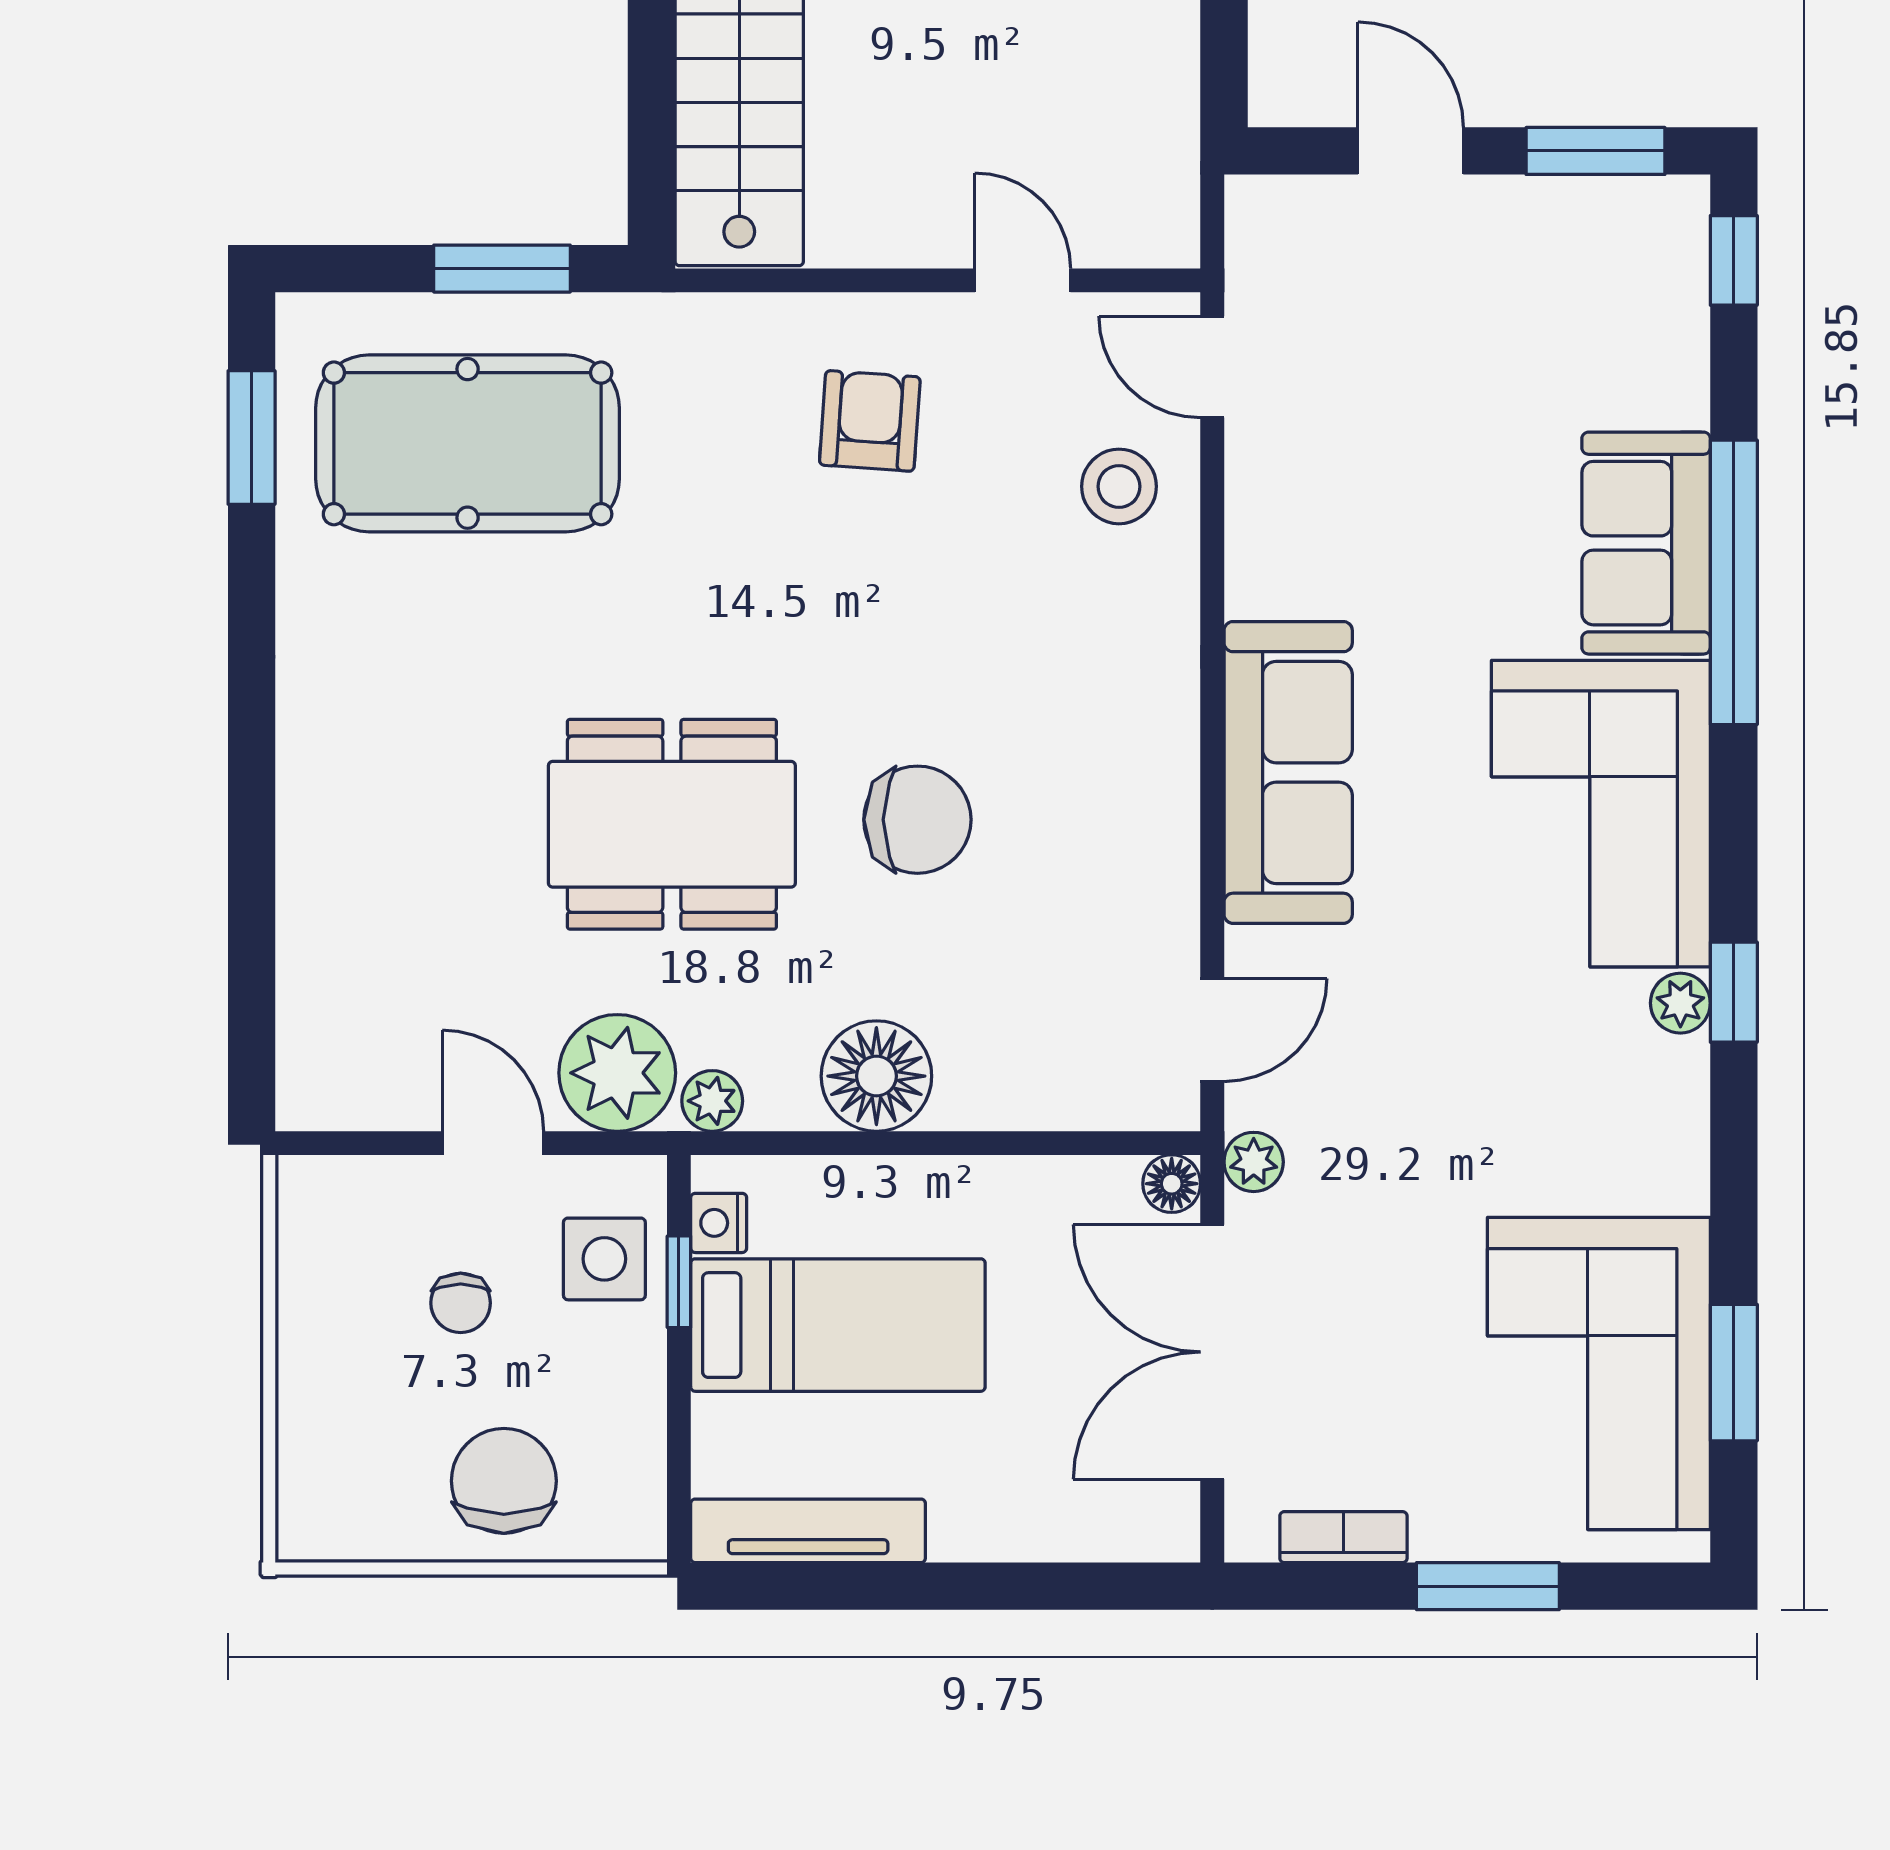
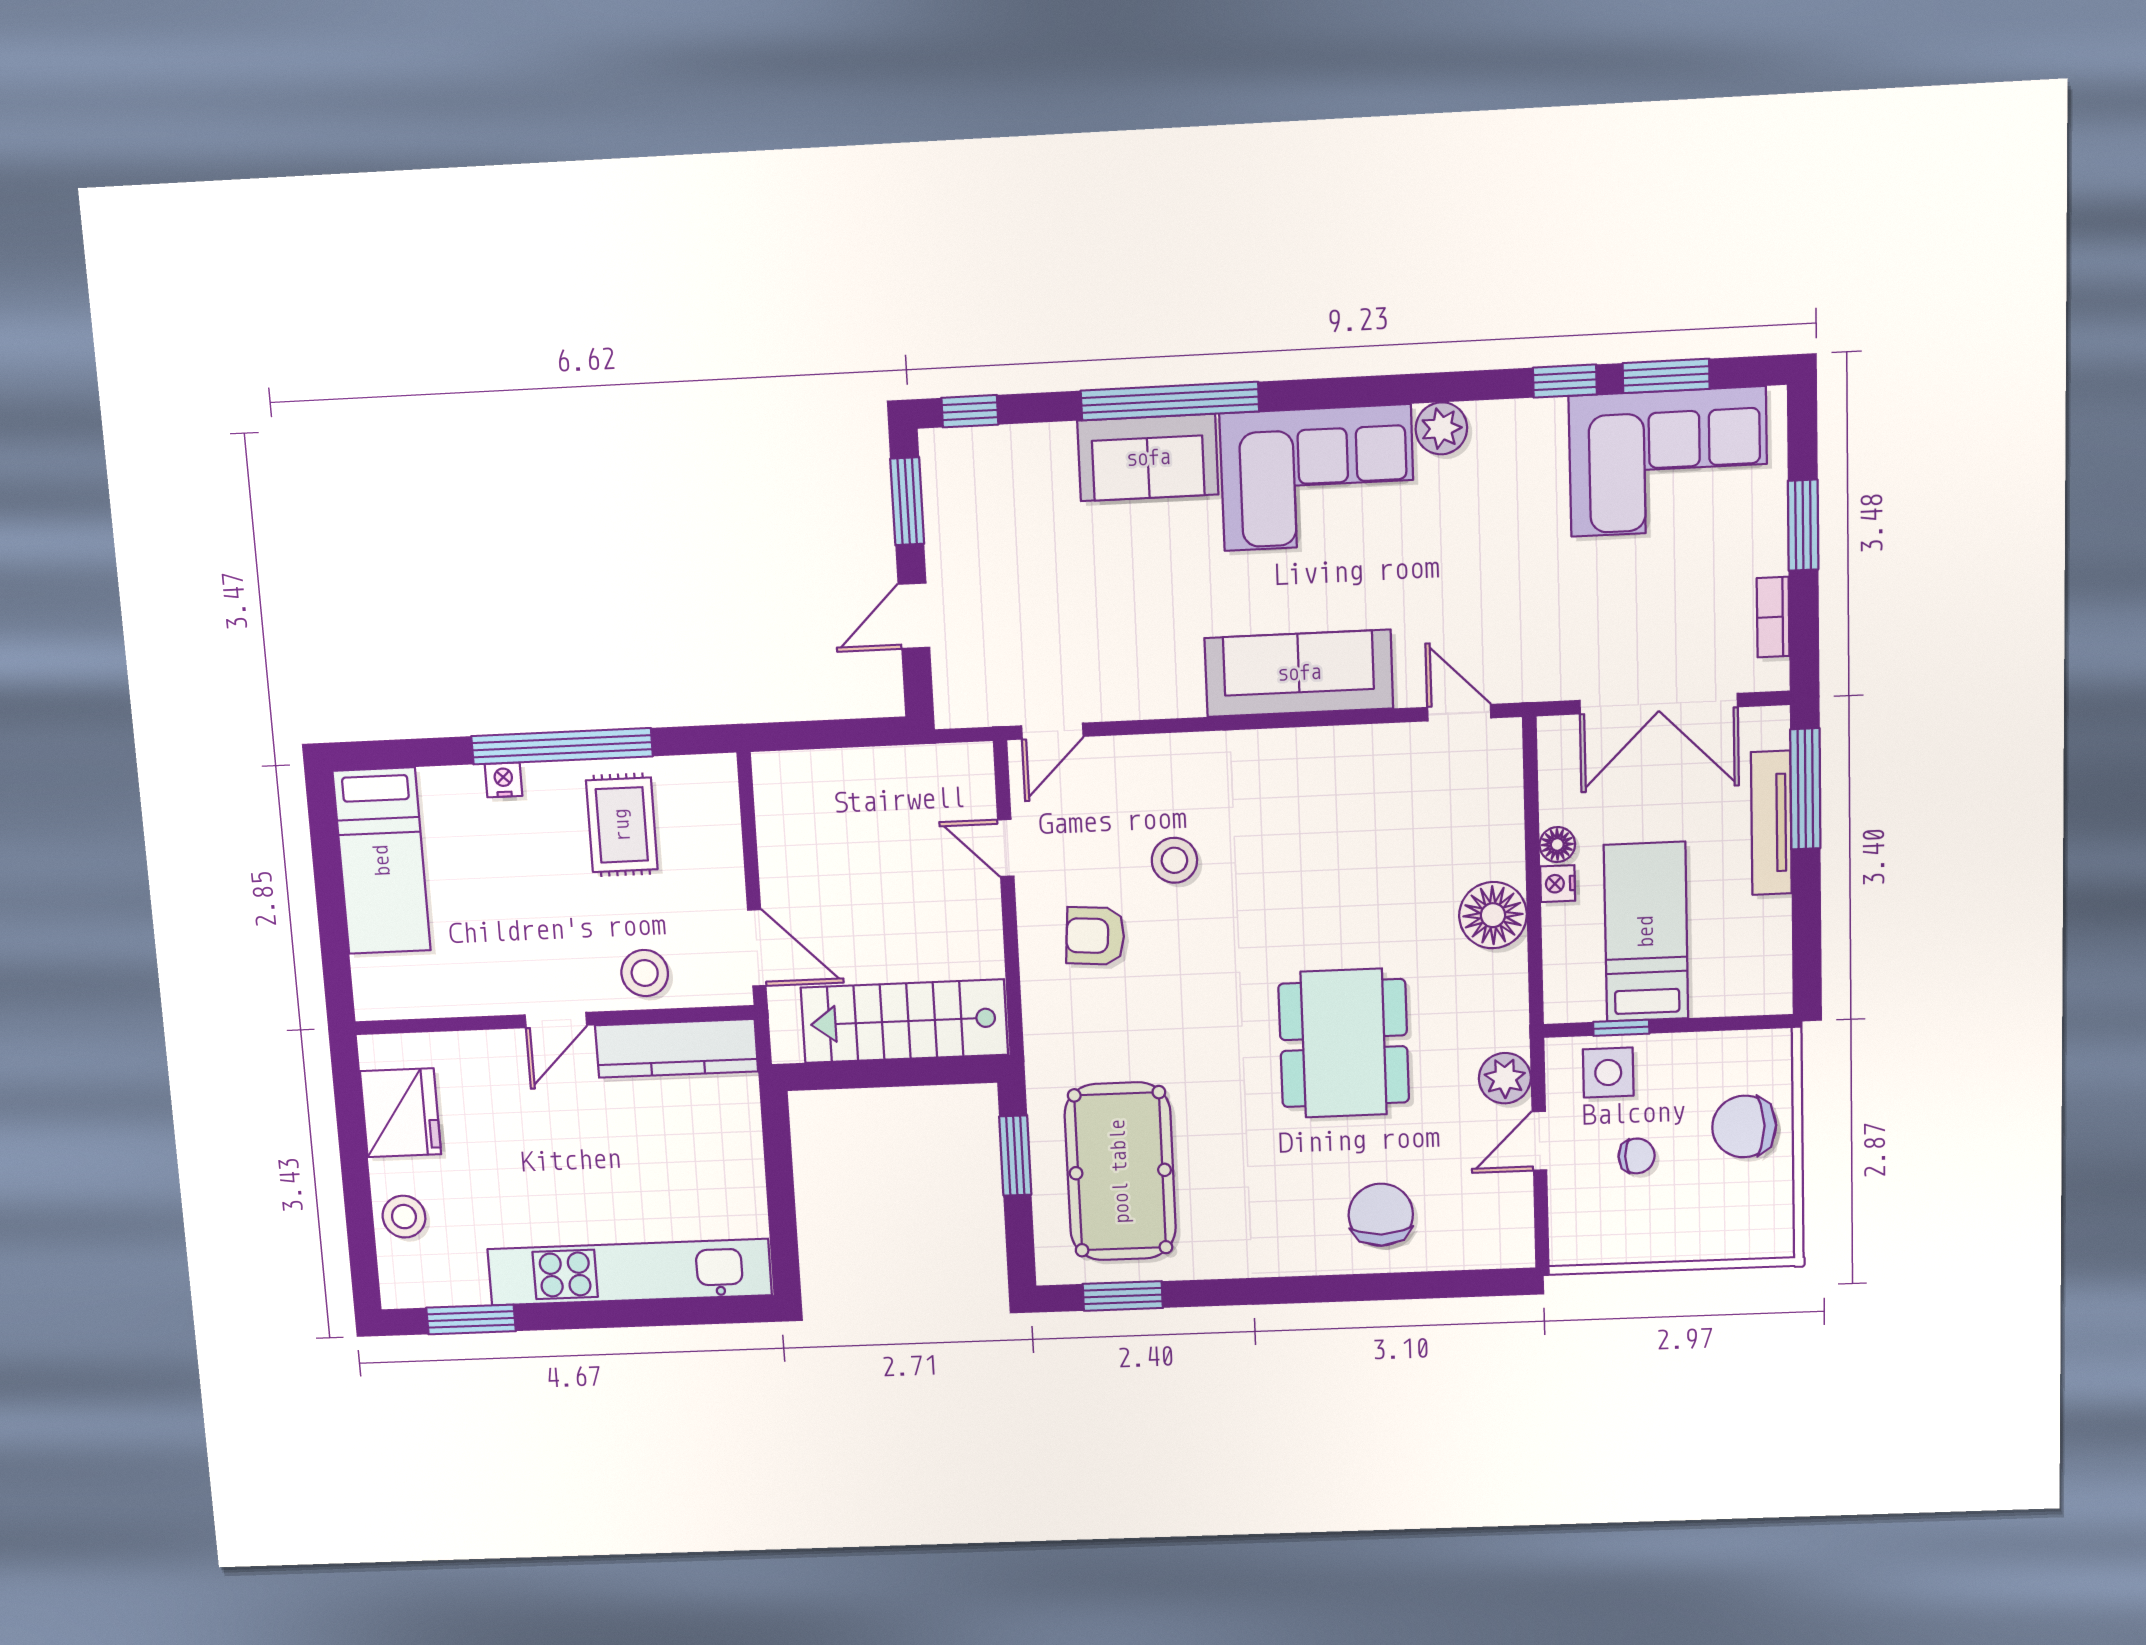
door: (1023, 280) -> (1006, 848), hinge flipped
stool: (1119, 486) -> (1174, 860), moved
chair: (917, 820) -> (1381, 1215), moved
window: (1734, 992) -> (1565, 381), moved
plant: (1680, 1003) -> (1441, 428), width x1.38, depth x1.38
plant: (617, 1073) -> (1505, 1078), width x0.73, depth x0.73
plant: (712, 1101) -> (1511, 1013), removed
plant: (1254, 1162) -> (1540, 683), removed
floor lamp: (1172, 1184) -> (1557, 844), moved
nightstand: (719, 1223) -> (1558, 884), moved, turned 90
tv unit: (808, 1531) -> (1771, 823), moved
window: (1063, 1586) -> (1805, 789), added

